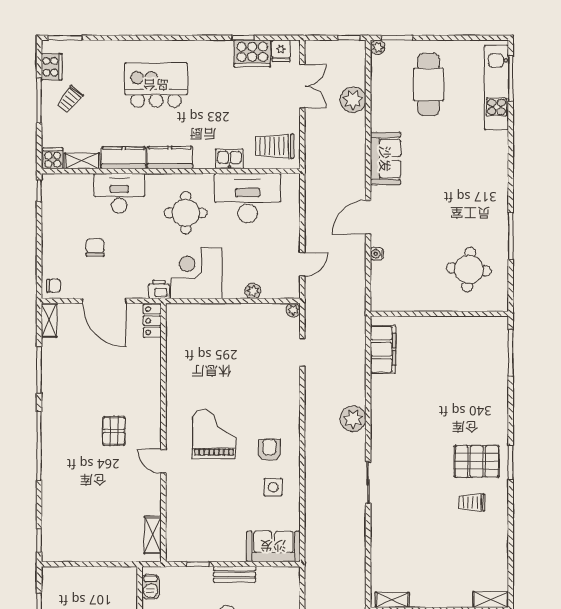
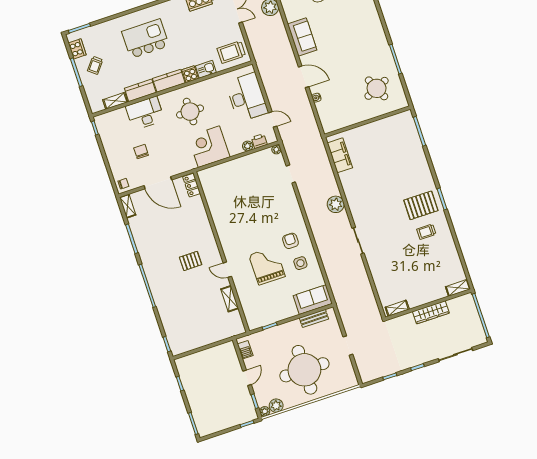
cooker: (53, 158) -> (190, 74), moved
desk: (248, 198) -> (247, 97), moved, turned 90
door: (368, 217) -> (304, 77), swing flipped
door: (302, 264) -> (273, 119), hinge flipped
round table: (469, 269) -> (377, 88), turned -30
printer: (159, 289) -> (259, 141), moved
pallet: (114, 431) -> (191, 261), turned 90
grand piano: (214, 434) -> (267, 266), moved
shelving: (153, 535) -> (230, 299), moved
bench: (235, 574) -> (314, 318), moved

